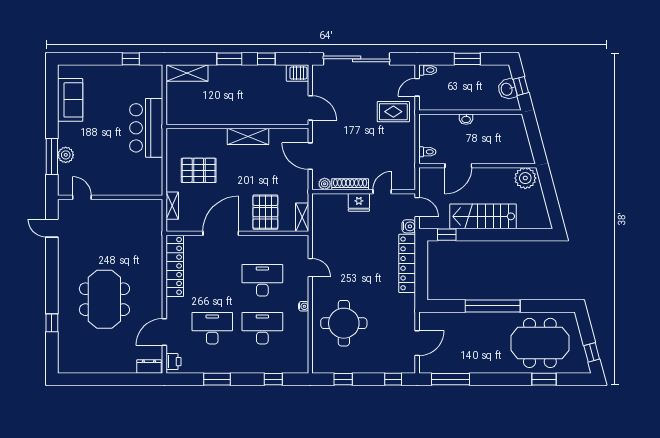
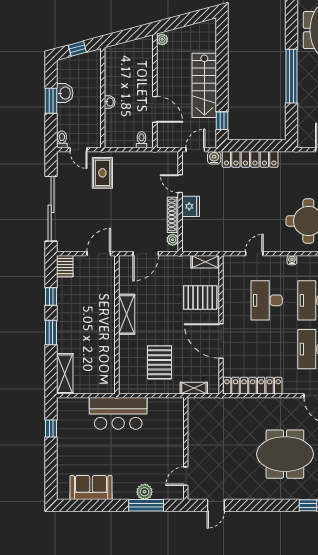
washbasin: (507, 89) -> (65, 93), moved, turned -75
plant: (525, 178) -> (162, 39), width x0.53, depth x0.53

